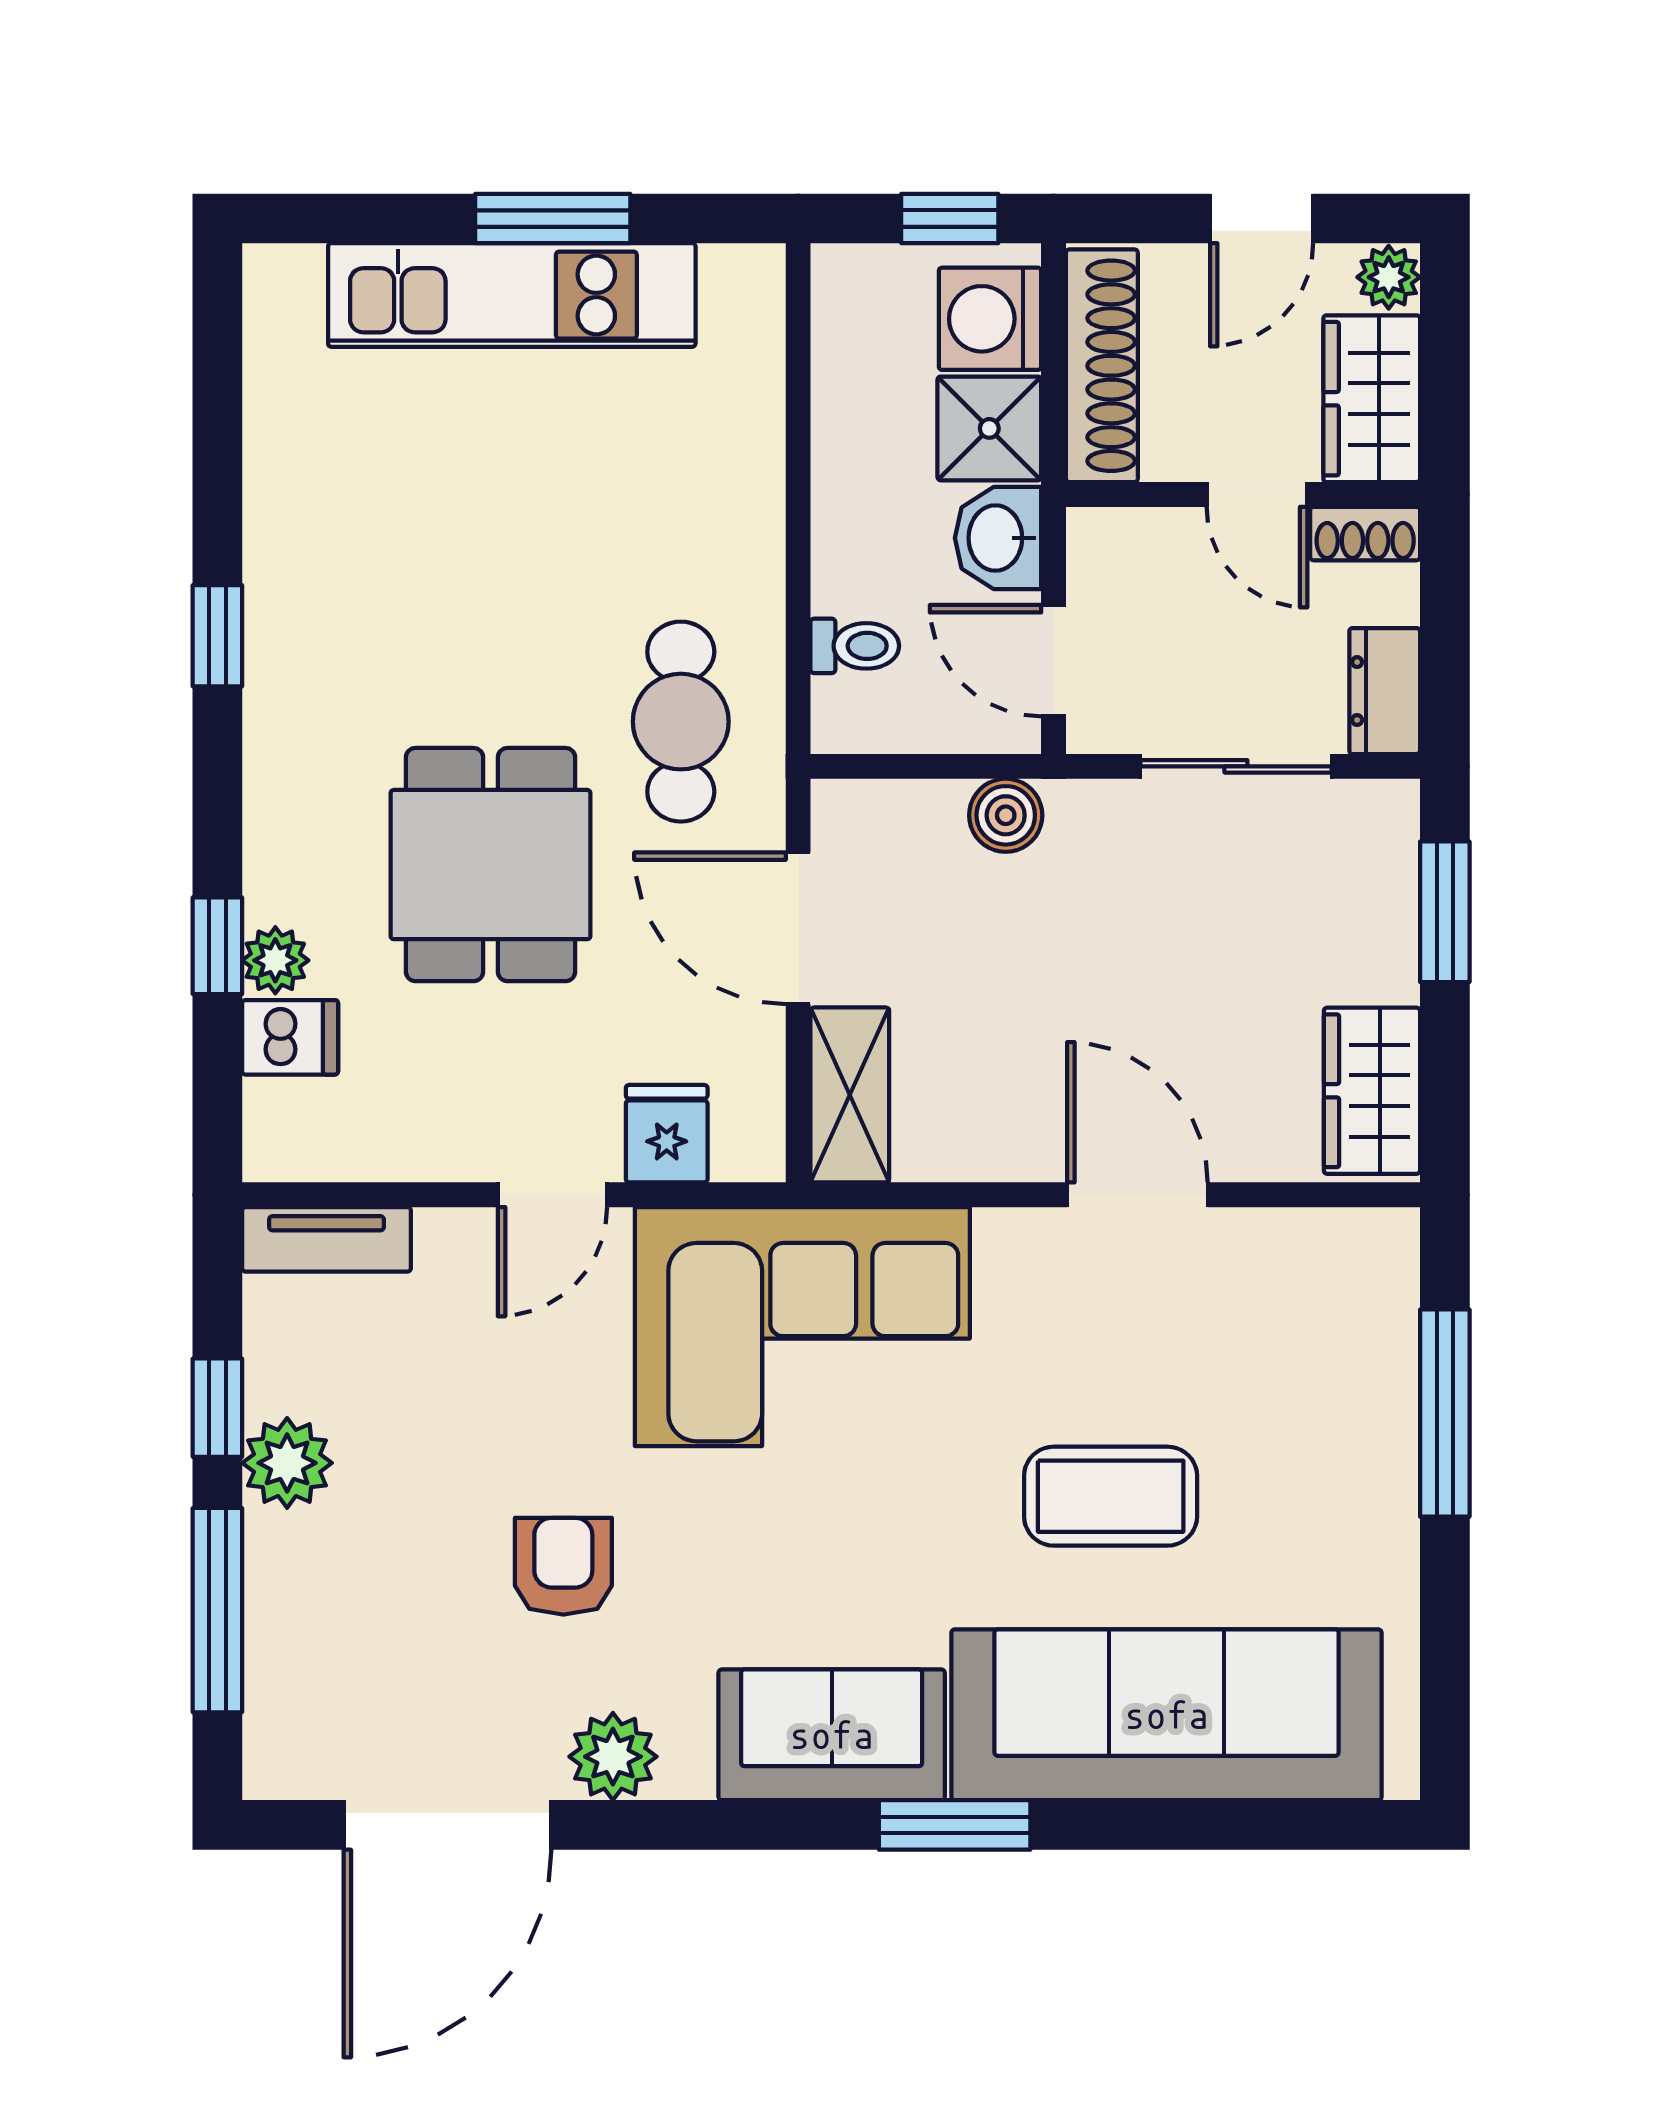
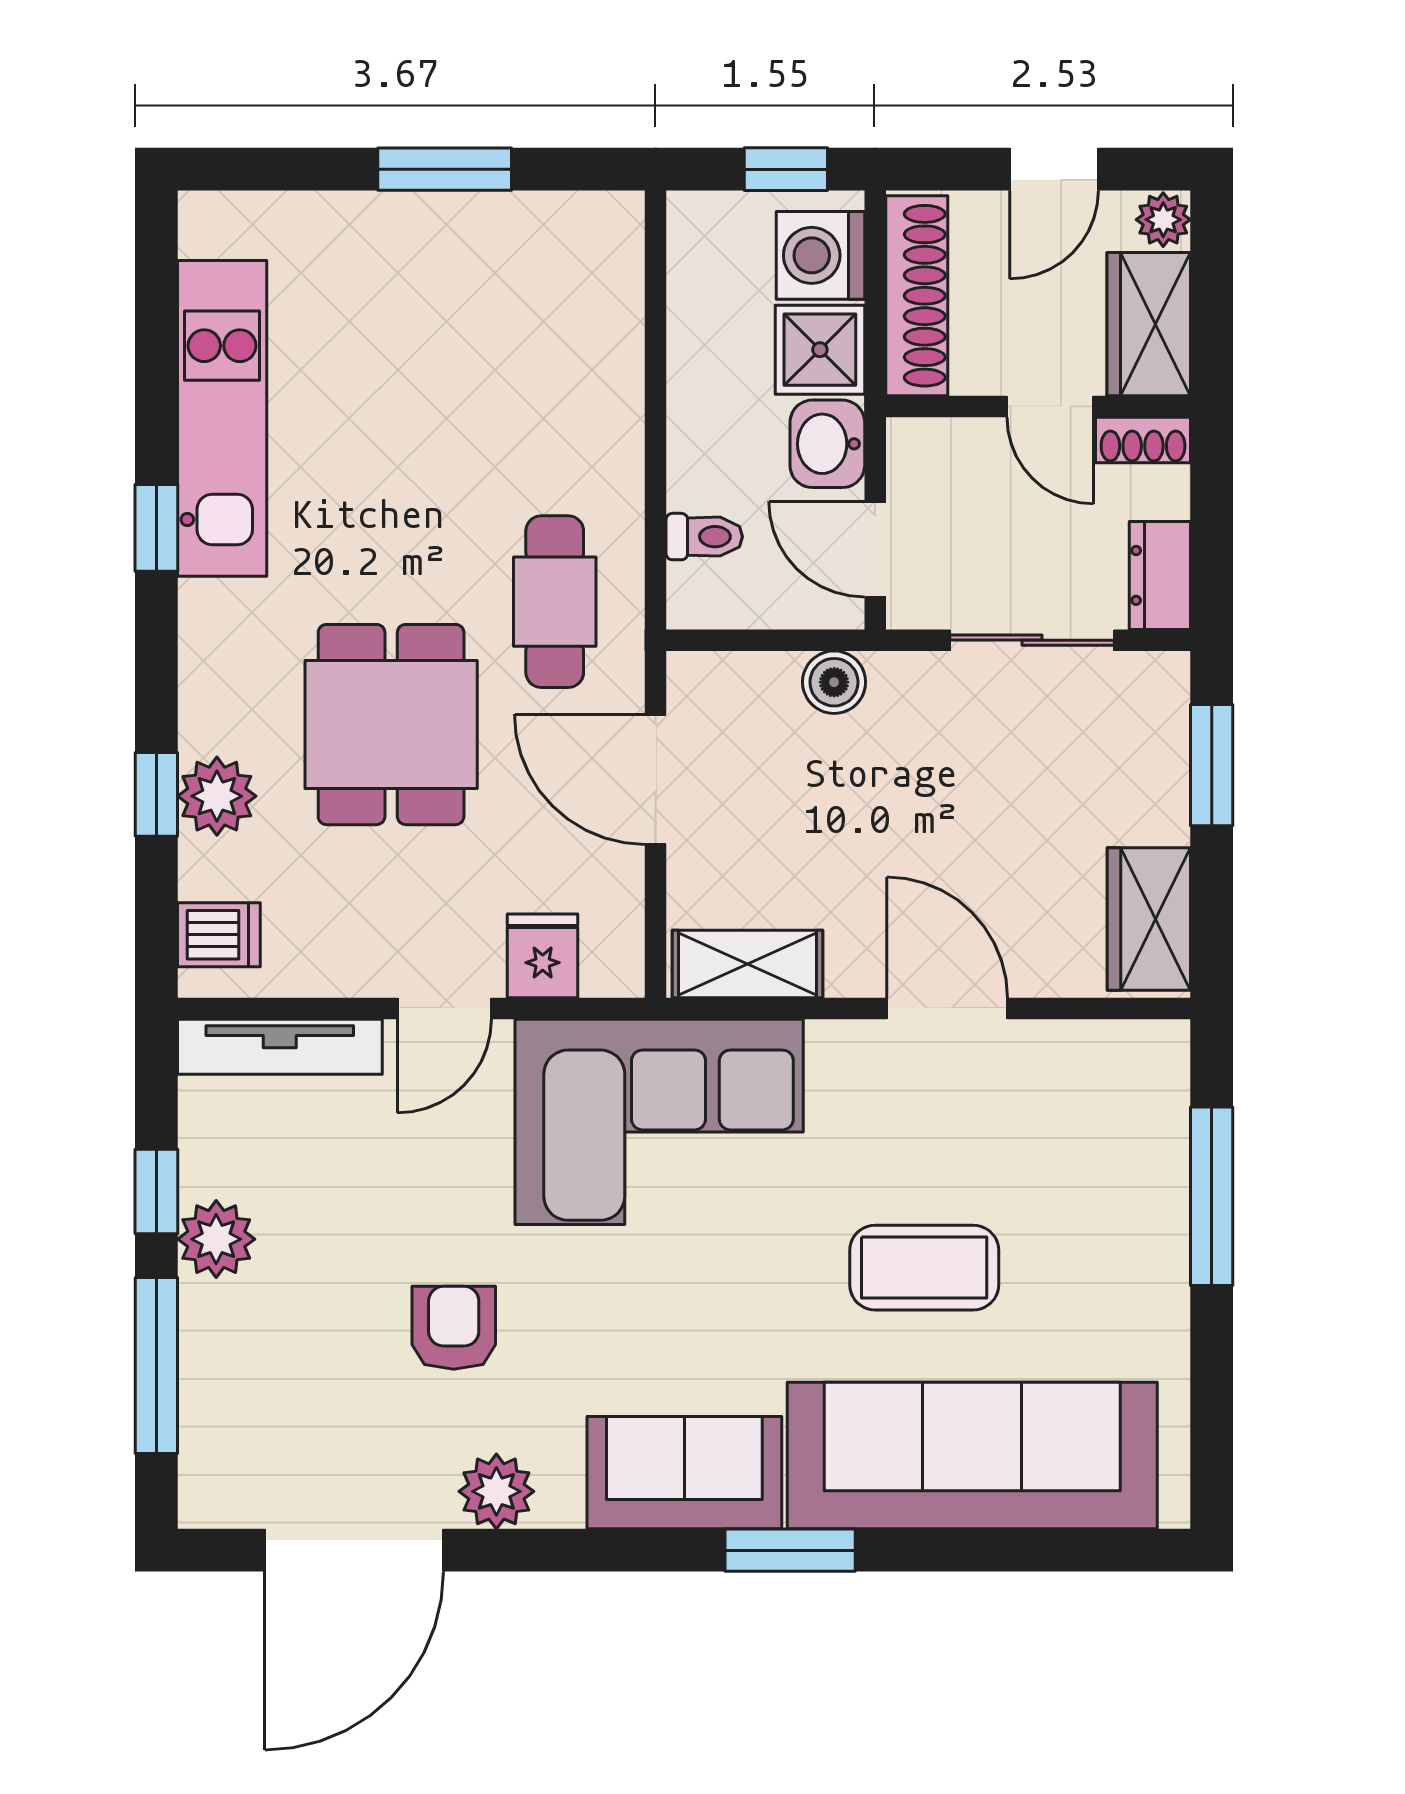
kitchen unit: (512, 295) -> (222, 418), moved, turned -90
plant: (275, 960) -> (217, 796), width x1.38, depth x1.38
dishwasher: (290, 1037) -> (219, 935), moved
shelving: (850, 1095) -> (748, 964), moved, turned 90
tv unit: (326, 1239) -> (280, 1047), width x1.41

